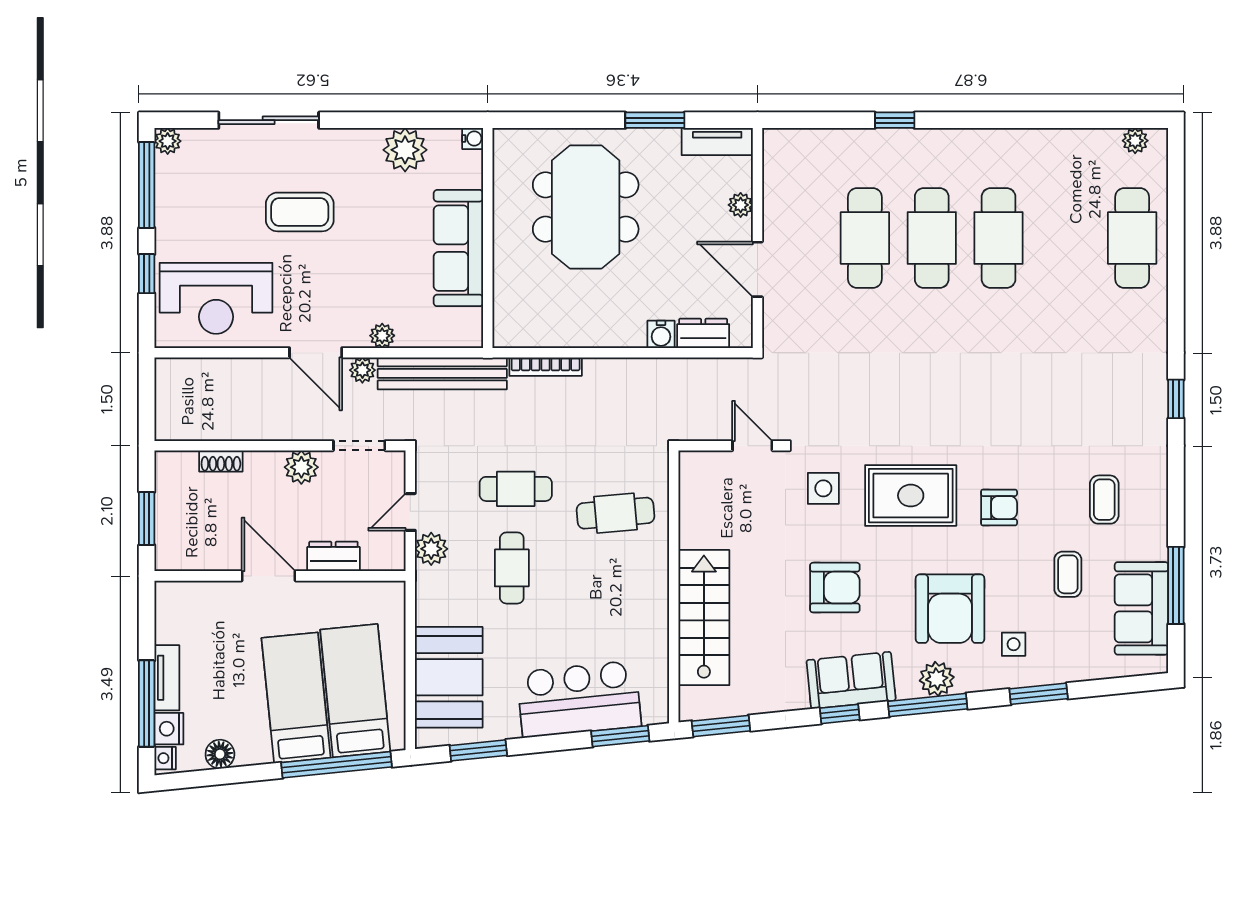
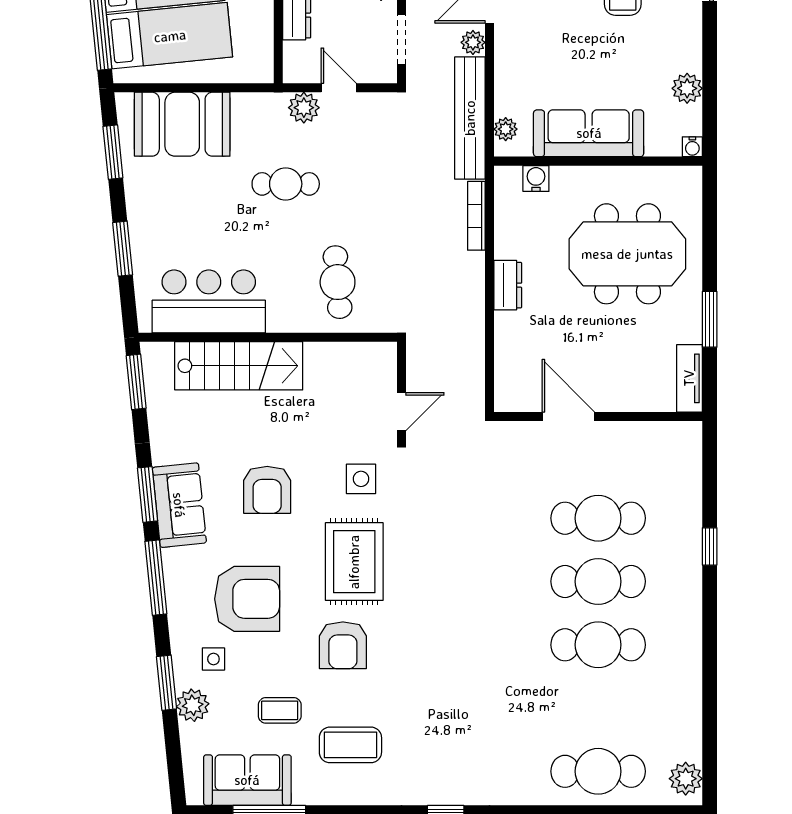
plant: (1135, 141) -> (686, 779), width x1.38, depth x1.38
plant: (405, 150) -> (687, 88), width x0.73, depth x0.73
plant: (741, 205) -> (629, 400), removed
door: (757, 269) -> (568, 416), hinge flipped
dresser: (703, 333) -> (508, 285), moved
water cooler: (661, 334) -> (536, 178), moved, turned 90
plant: (382, 336) -> (506, 129), moved
cafe table: (516, 489) -> (361, 188), removed
coffee table: (1104, 500) -> (350, 745), width x1.36, depth x1.30
armchair: (999, 508) -> (343, 645), width x1.38, depth x1.38
armchair: (950, 609) -> (247, 599), turned 180
plant: (937, 679) -> (193, 705), moved
bar counter: (579, 699) -> (209, 301), moved, turned -84
window: (840, 714) -> (147, 494), width x1.50
window: (620, 736) -> (123, 249), moved

